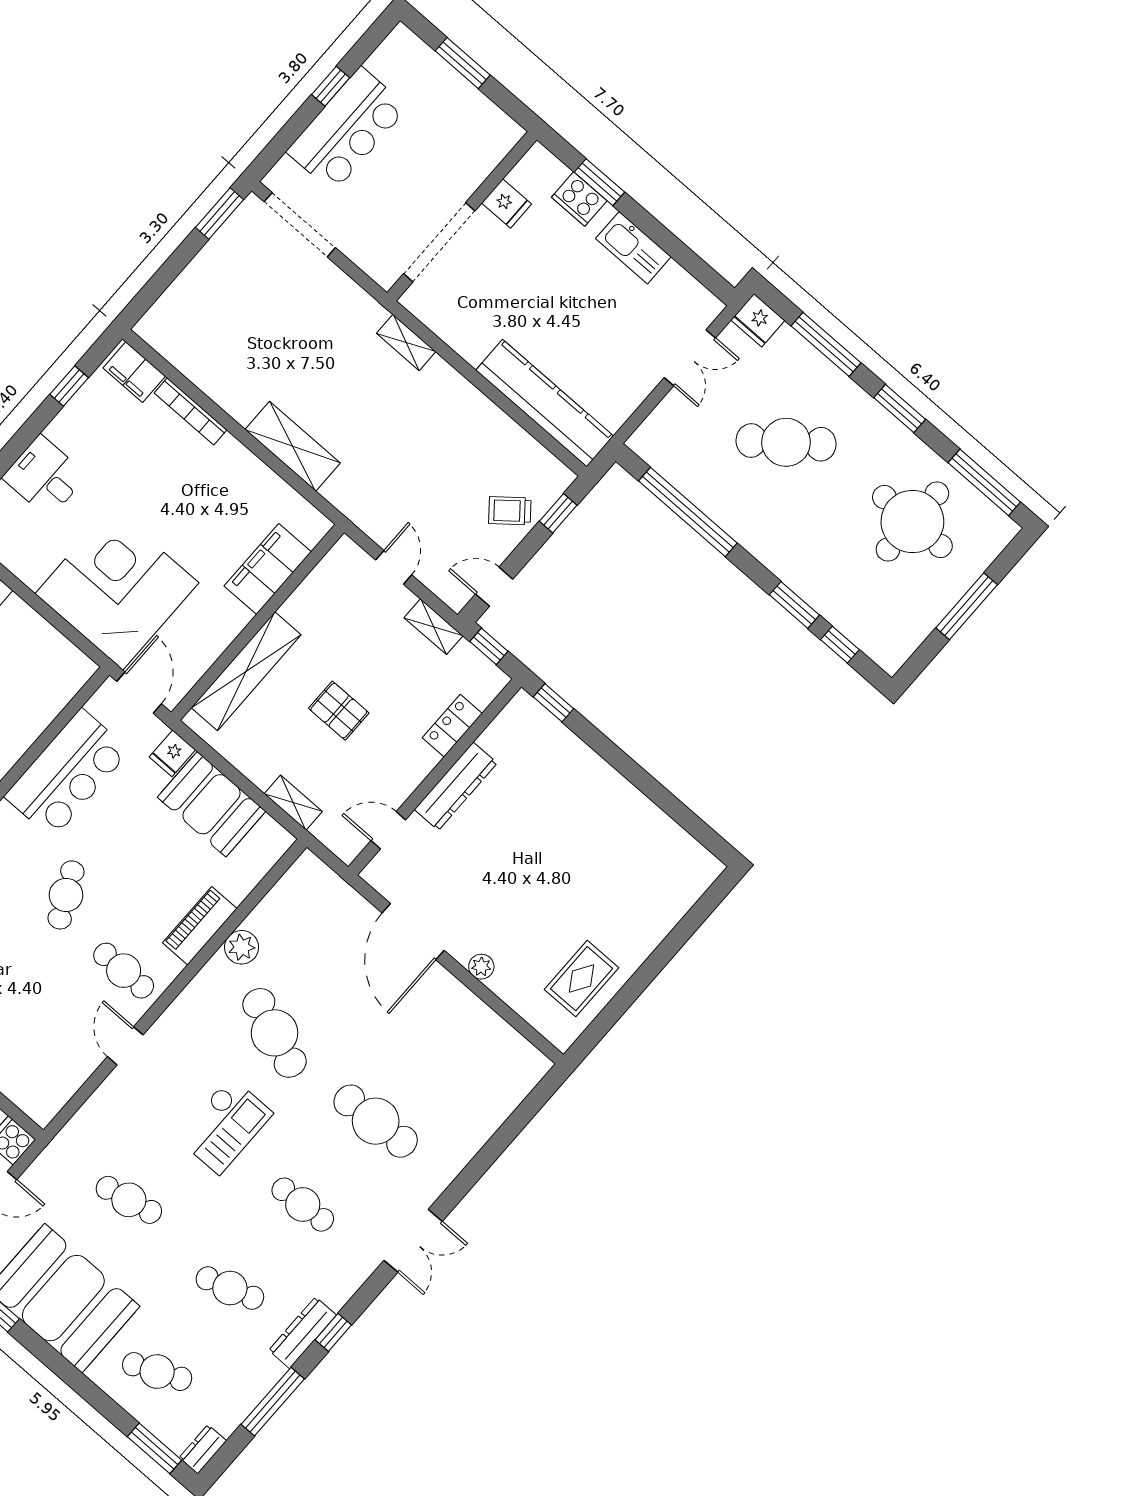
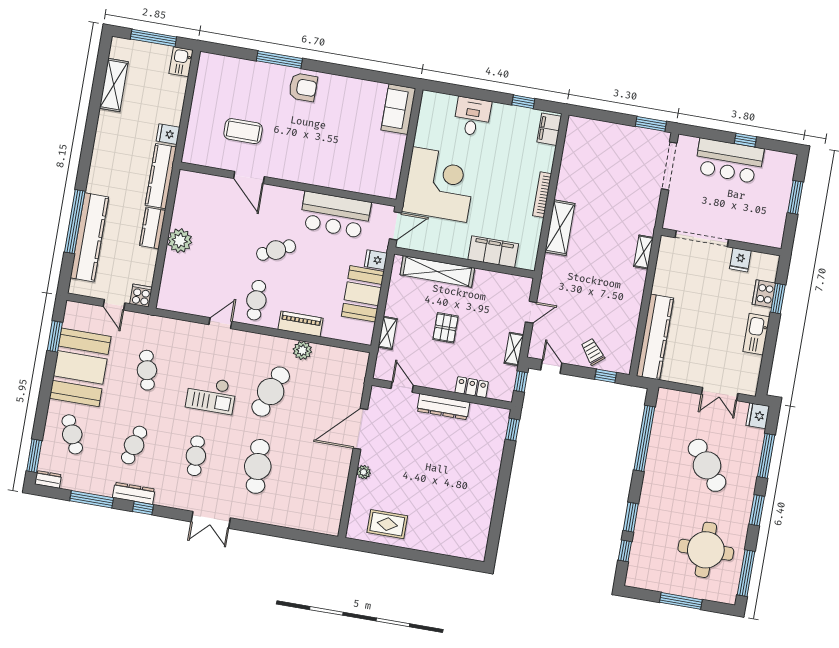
bookcase: (191, 411) -> (542, 195), moved
cafe table: (230, 1288) -> (134, 445), turned 33

